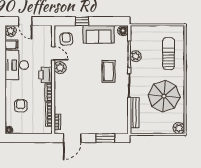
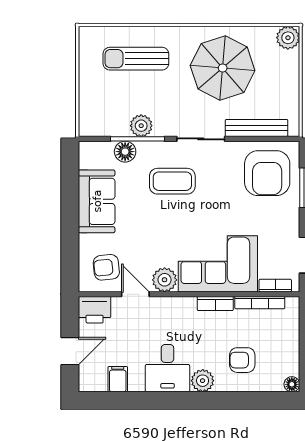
window: (82, 21) -> (70, 235), removed
plant: (11, 31) -> (203, 381), moved
floor lamp: (123, 31) -> (125, 152), moved
door: (53, 53) -> (135, 294), hinge flipped
desk: (17, 65) -> (167, 368), width x0.73
printer: (45, 75) -> (95, 310), moved
corner sofa: (68, 94) -> (218, 264), added
armchair: (112, 118) -> (267, 173), added

